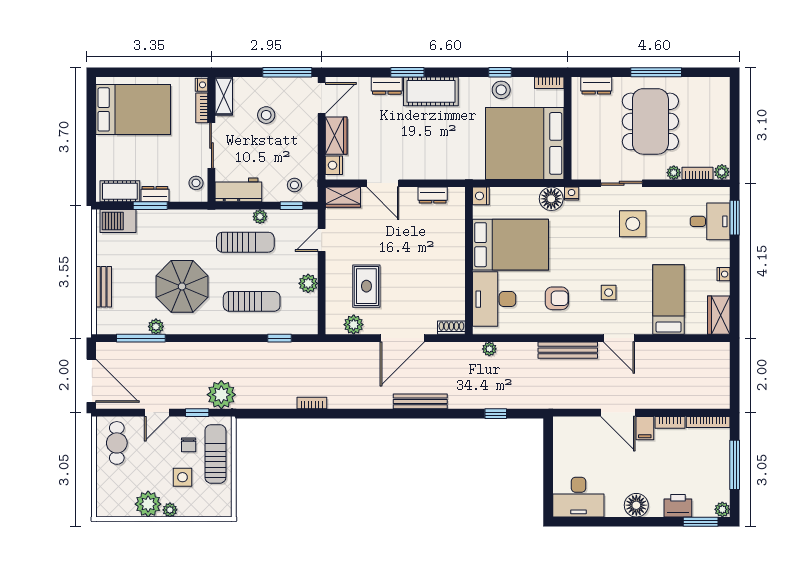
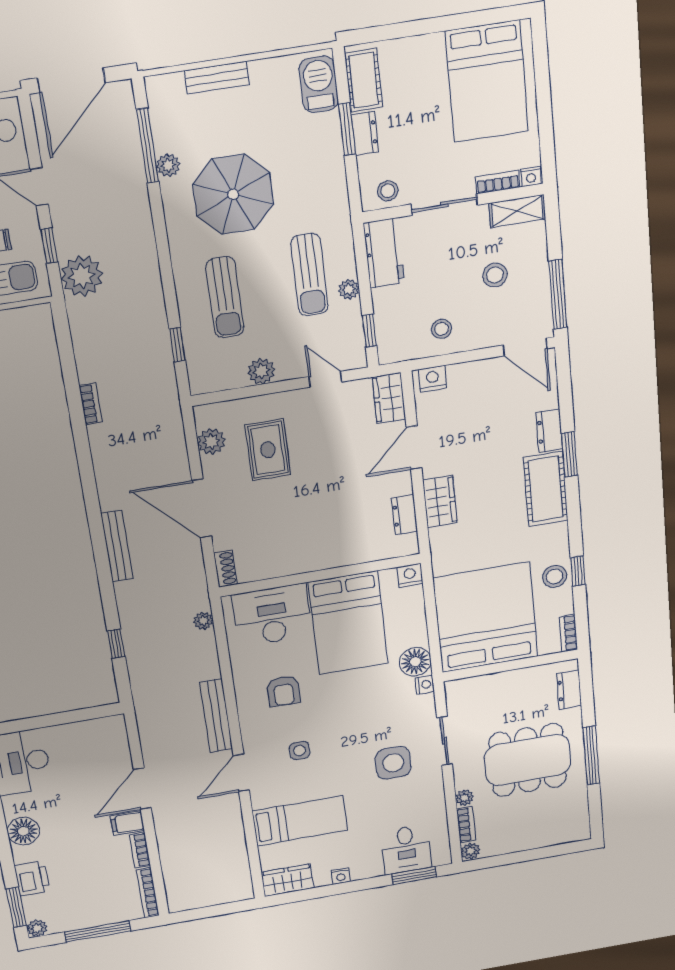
wardrobe: (336, 136) -> (440, 502), moved, turned -90
stool: (294, 185) -> (441, 329), moved
rug: (366, 286) -> (268, 450), turned 90

